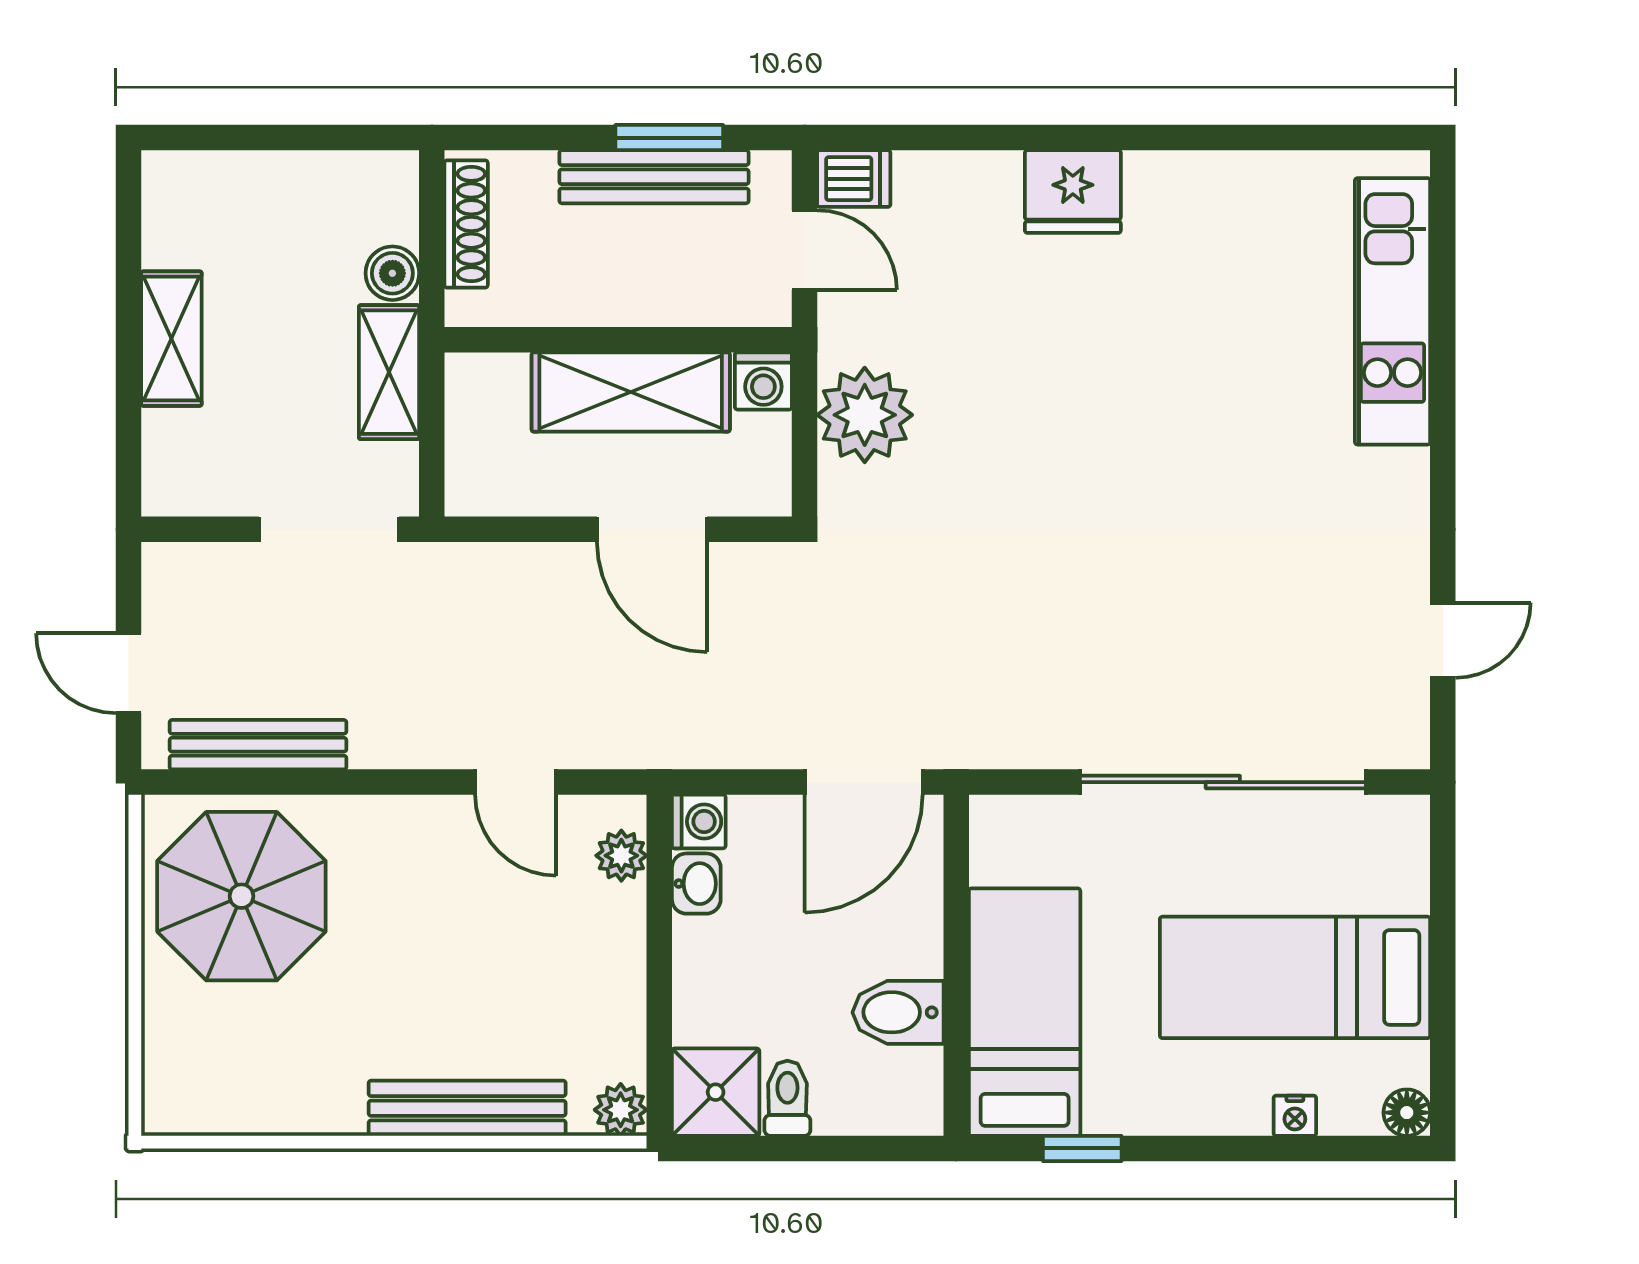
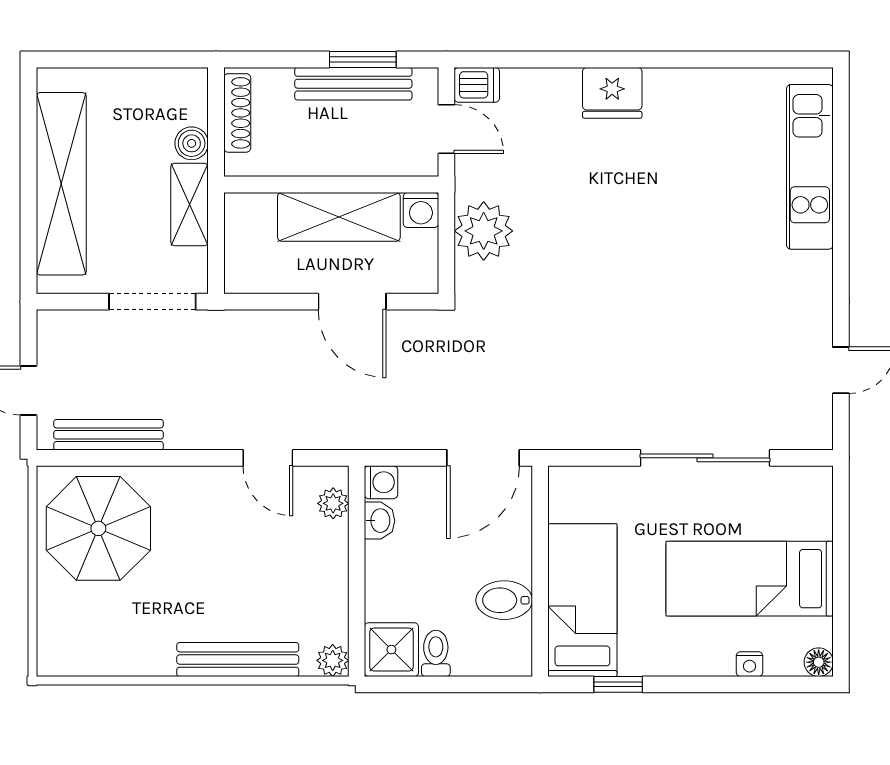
shelving: (171, 339) -> (61, 184), width x2.20, depth x1.33
sliding door: (1223, 782) -> (705, 458), width x0.73

